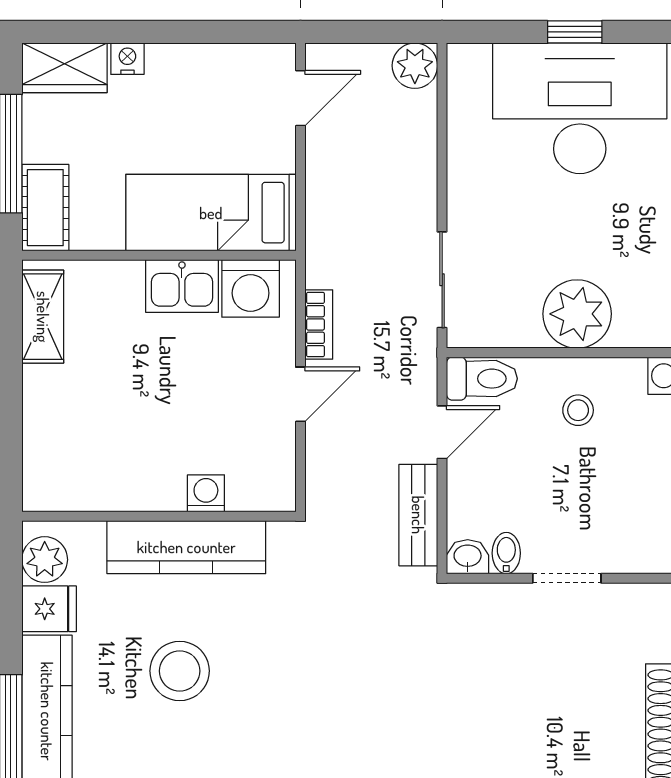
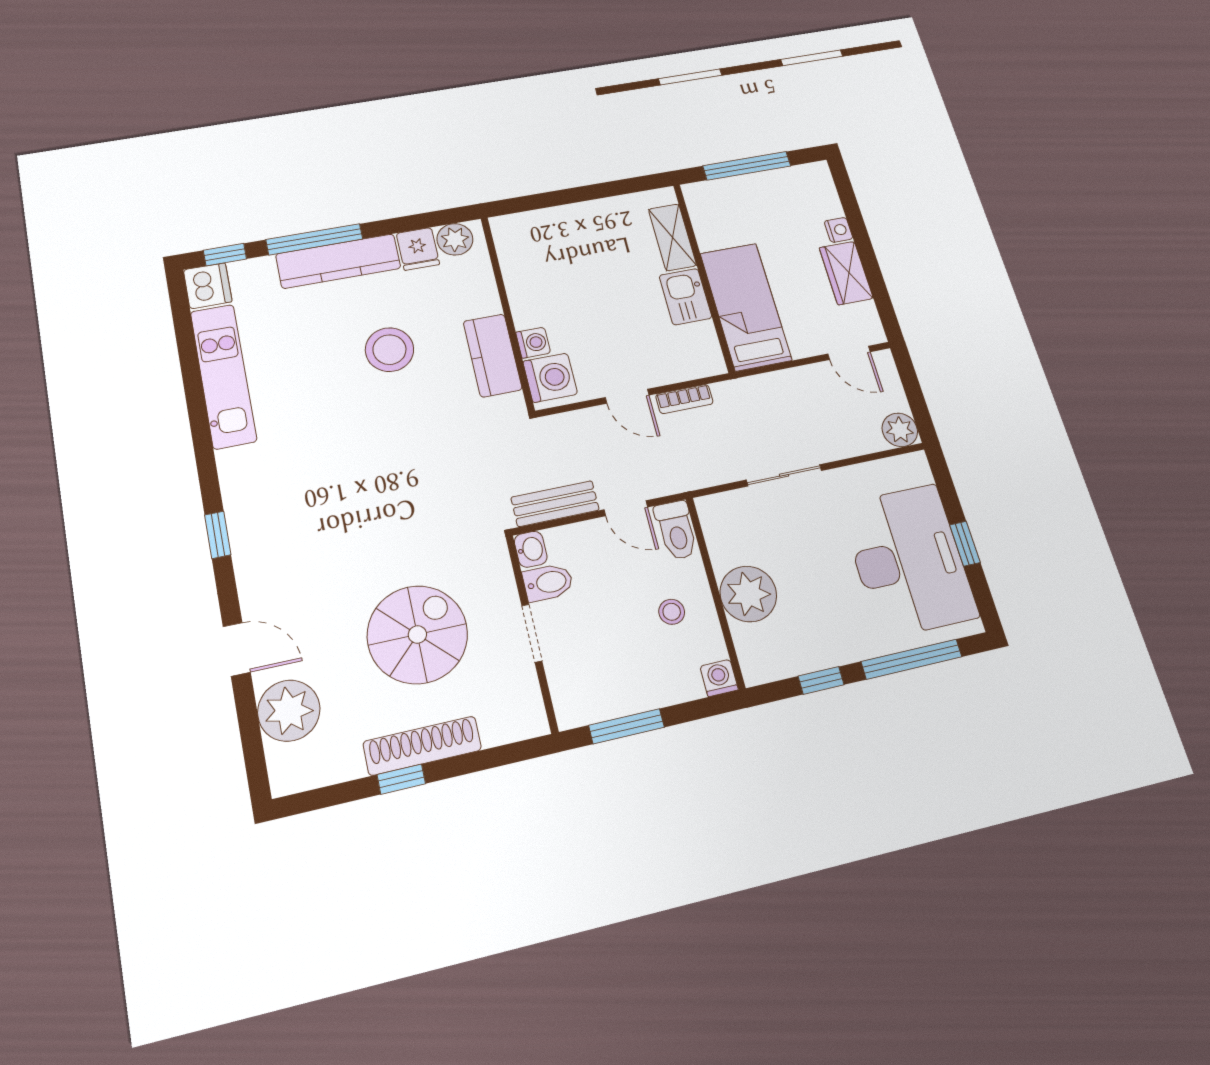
wardrobe: (65, 68) -> (846, 273), moved
cot: (45, 208) -> (715, 195), removed
sliding door: (442, 280) -> (784, 475), moved
washing machine: (251, 288) -> (550, 378), moved, turned 180
shelving: (43, 317) -> (672, 237), moved, turned 90
kitchen counter: (186, 547) -> (492, 355), width x0.67
bidet: (506, 553) -> (548, 582), width x1.38, depth x1.36
spiral stairs: (539, 708) -> (417, 635), added

